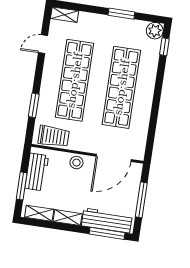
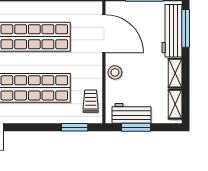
window: (34, 105) -> (75, 127), moved
trolley: (54, 136) -> (91, 101), width x0.73, depth x0.72
window: (22, 186) -> (136, 127), moved

